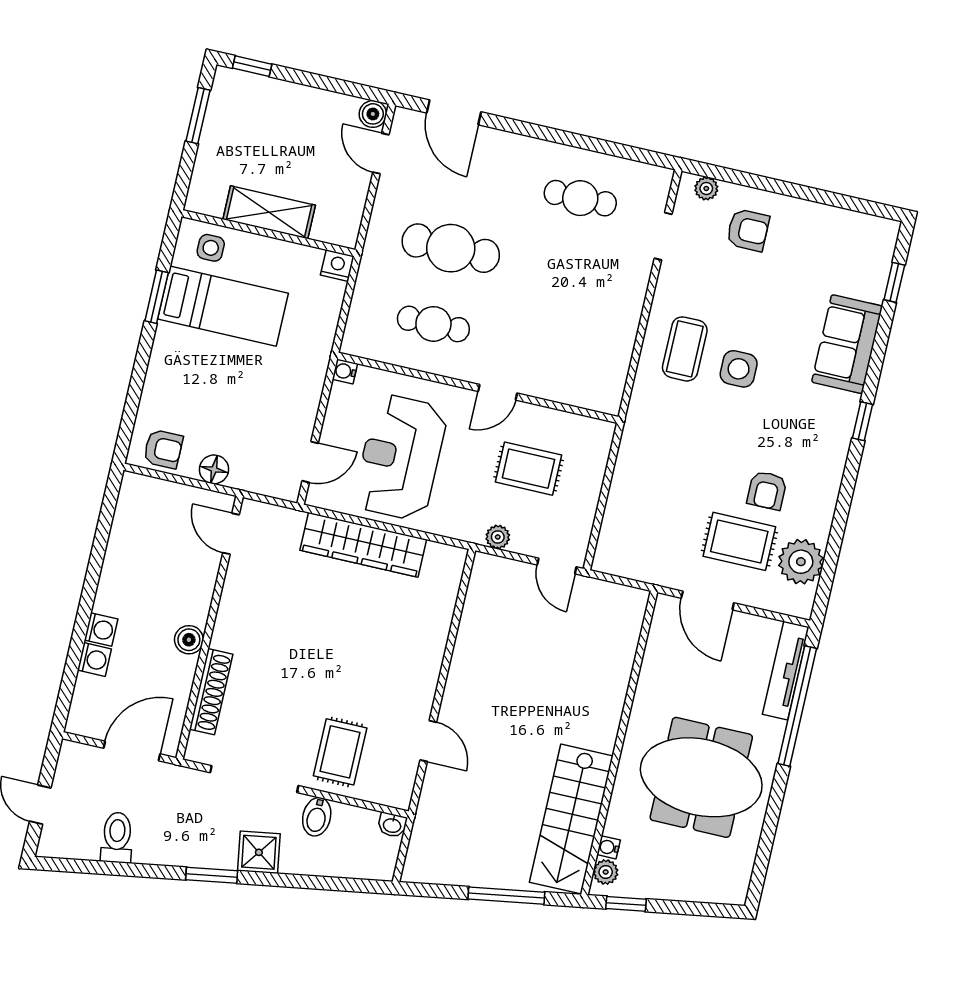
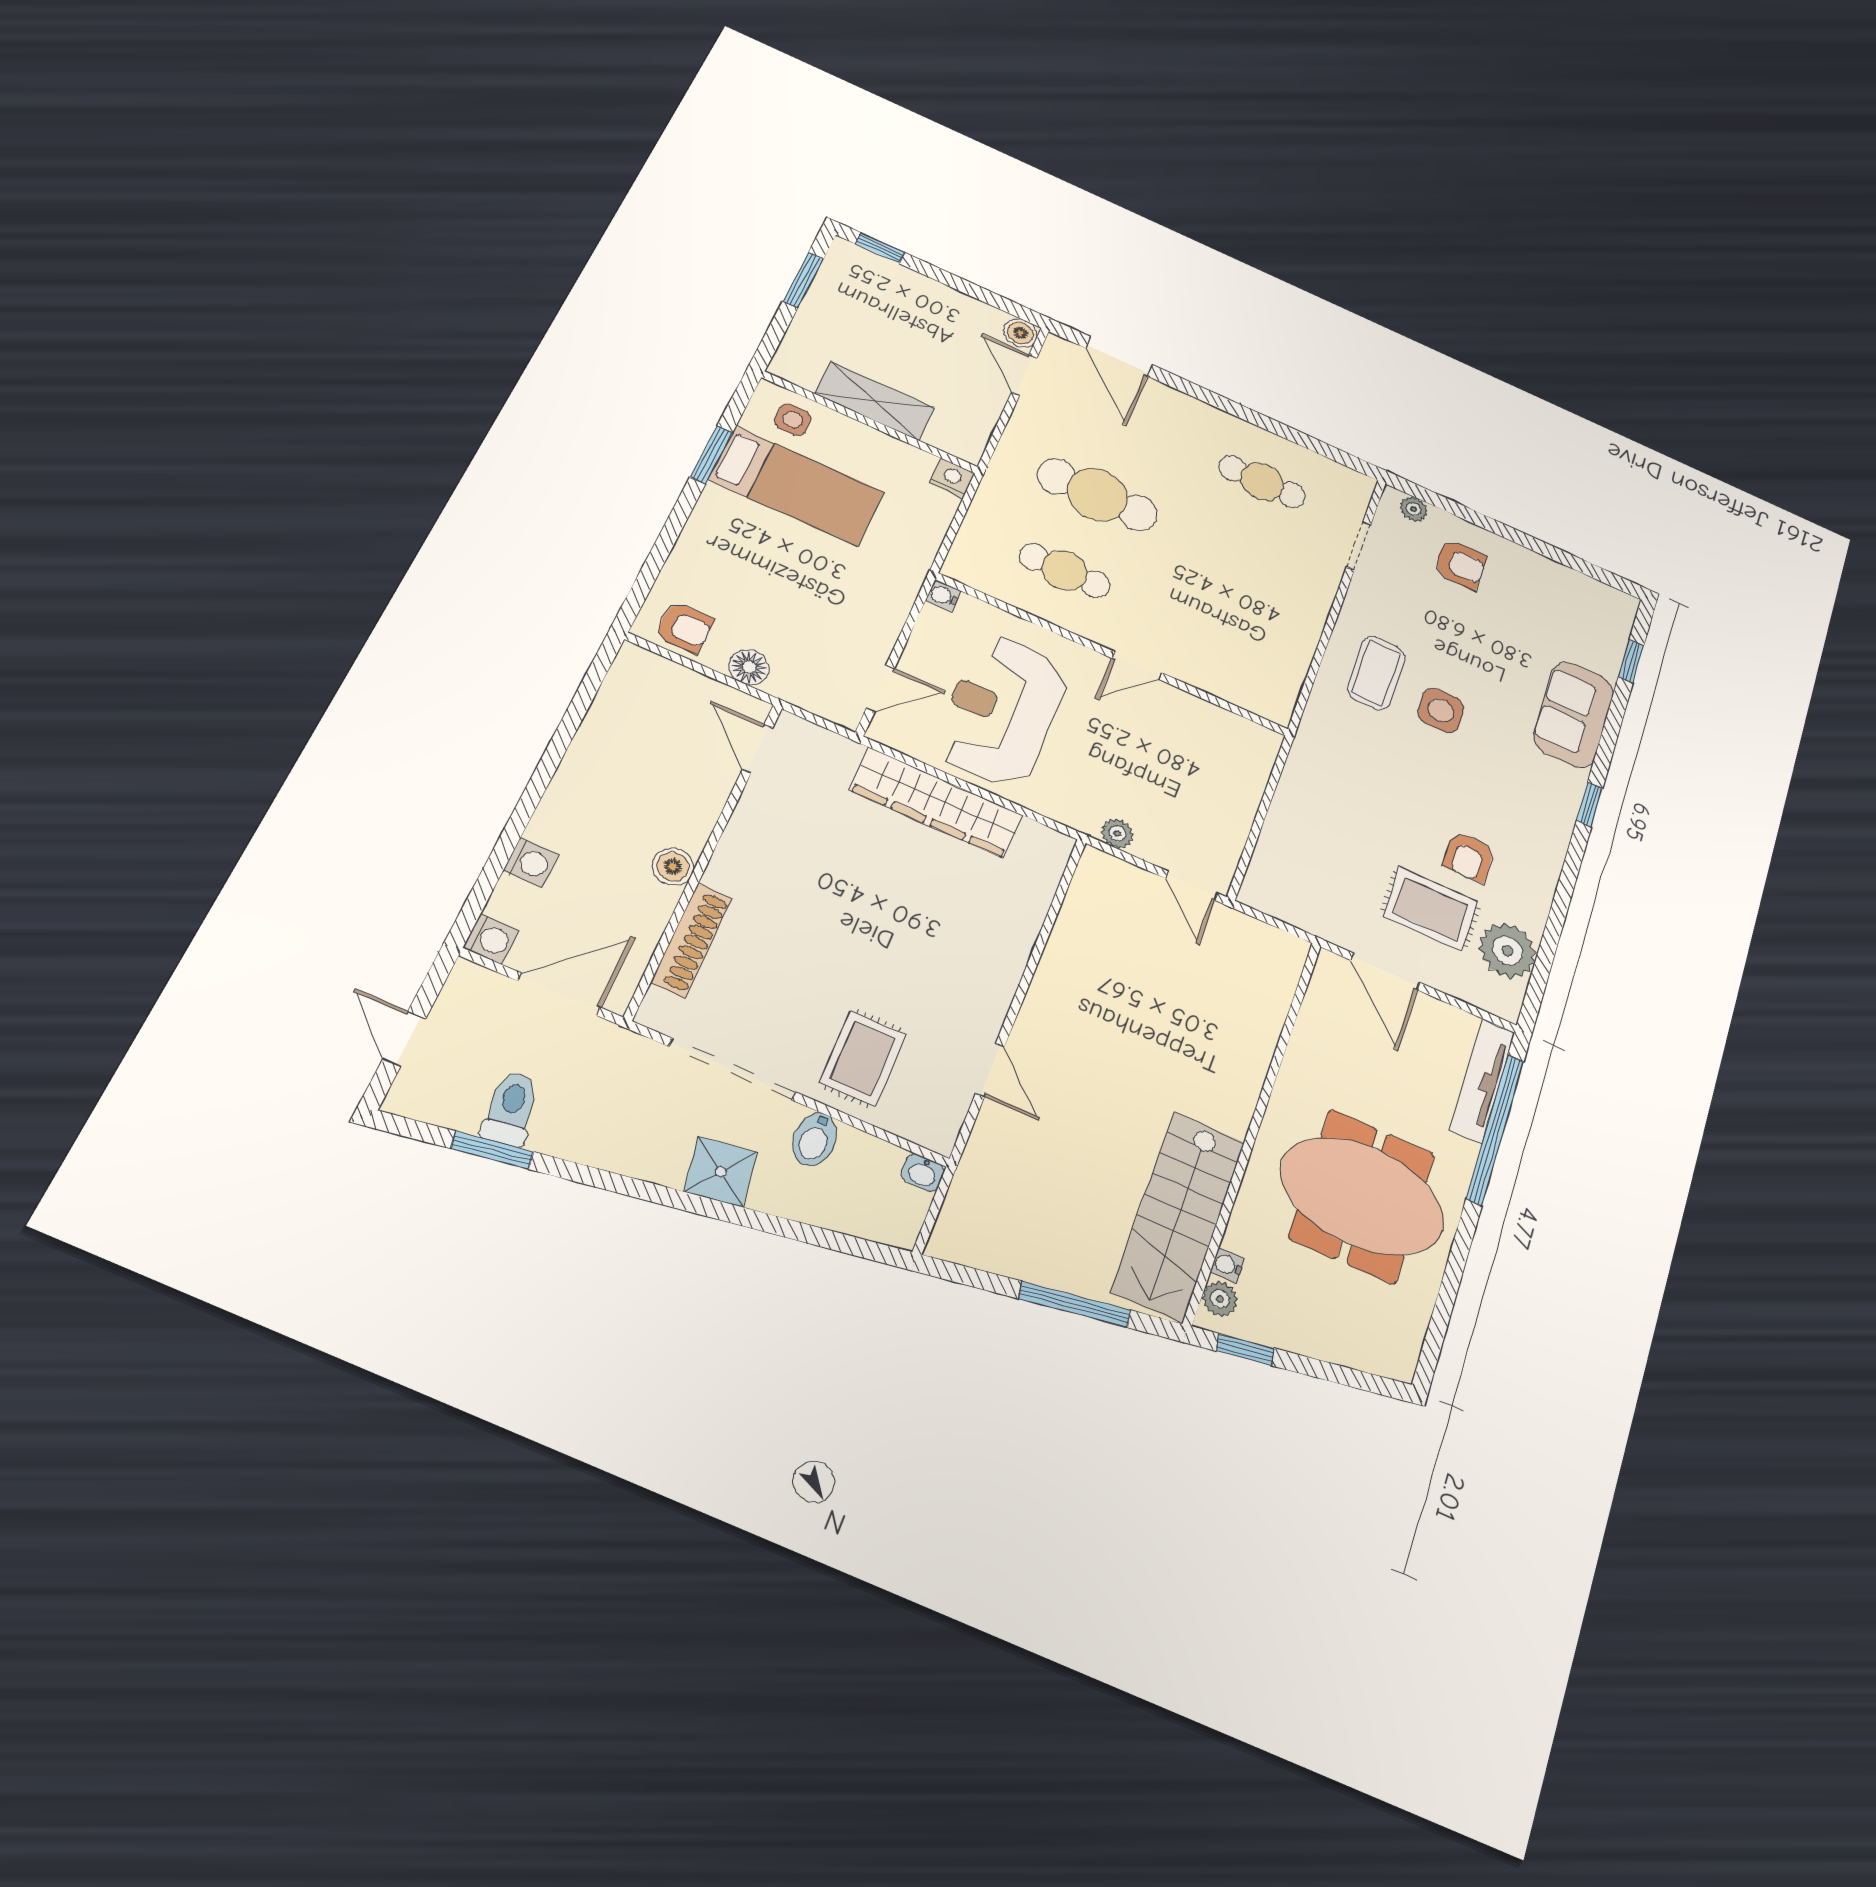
rug: (528, 469) -> (1167, 762), removed
washing machine: (101, 630) -> (491, 939), moved
window: (212, 875) -> (492, 1150), moved

